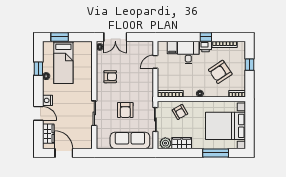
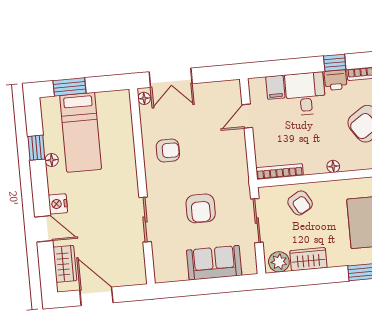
sofa: (130, 140) -> (214, 263), width x0.73

